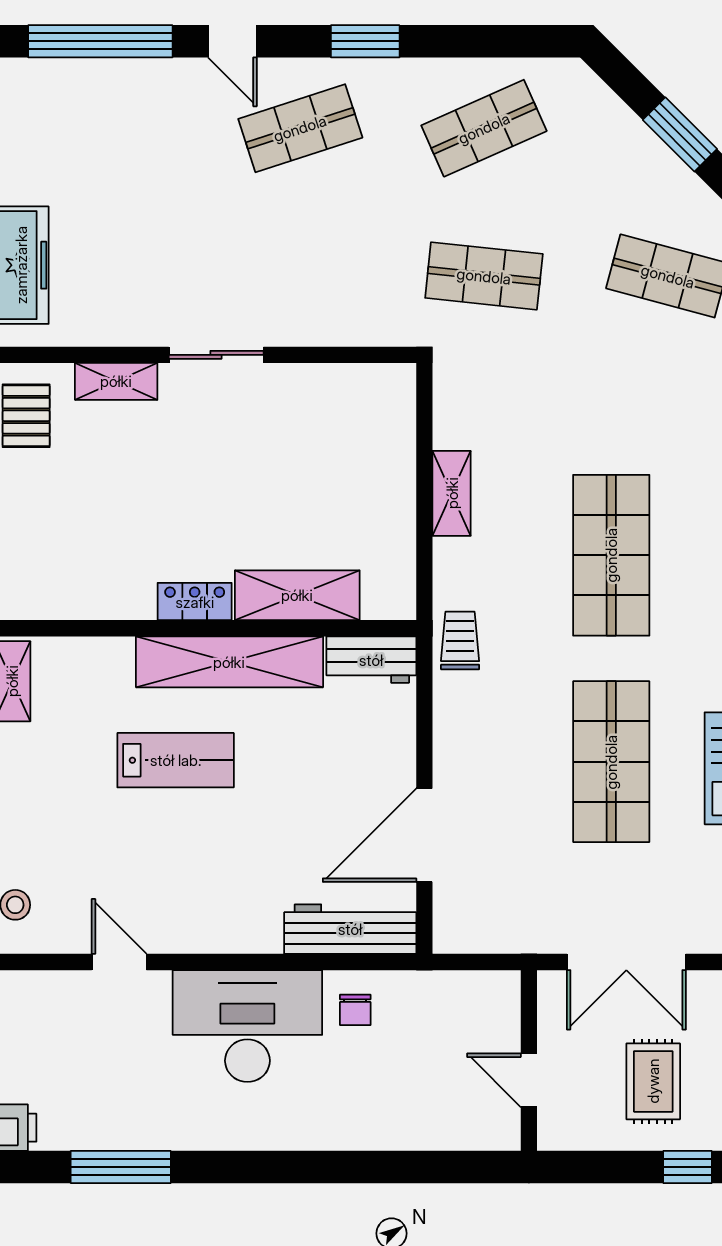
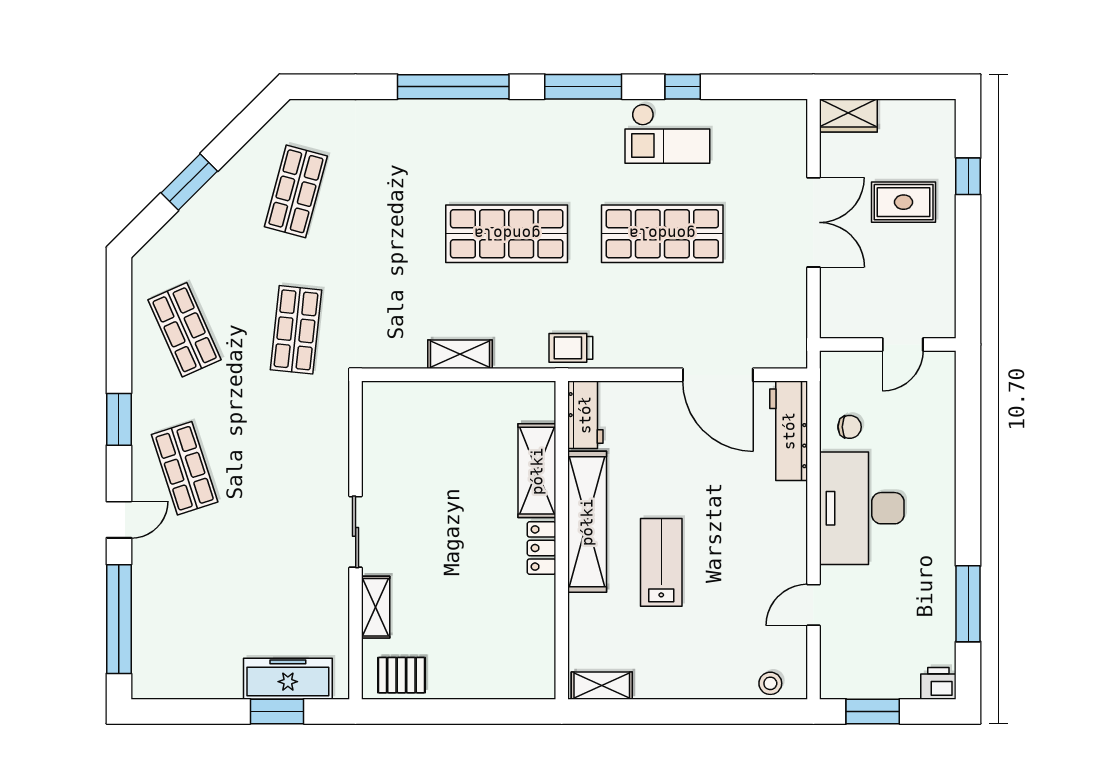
wall: (529, 1060) -> (888, 344), moved
door: (529, 1080) -> (903, 344), moved

